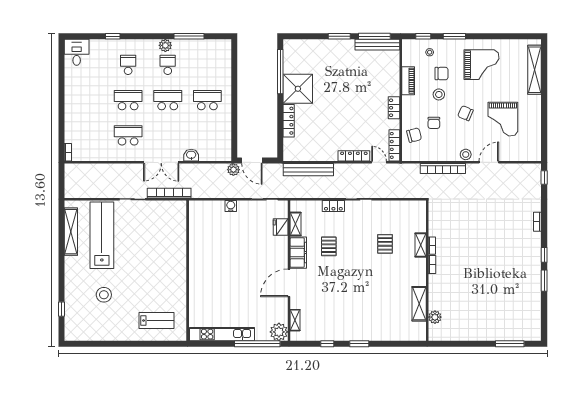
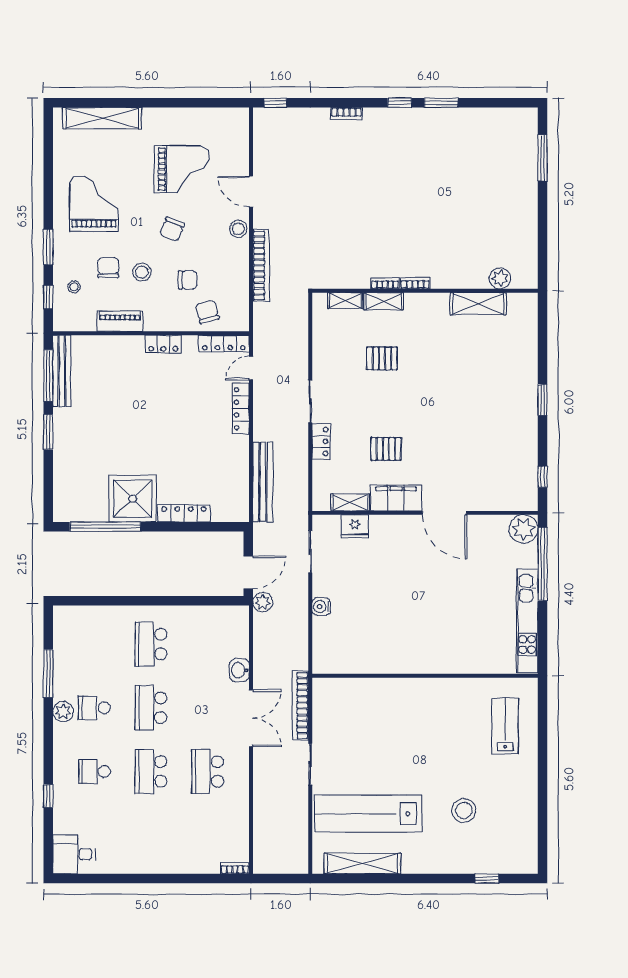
shelving: (295, 320) -> (346, 300), moved
window: (327, 344) -> (543, 477), moved

